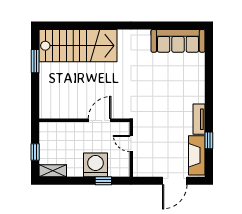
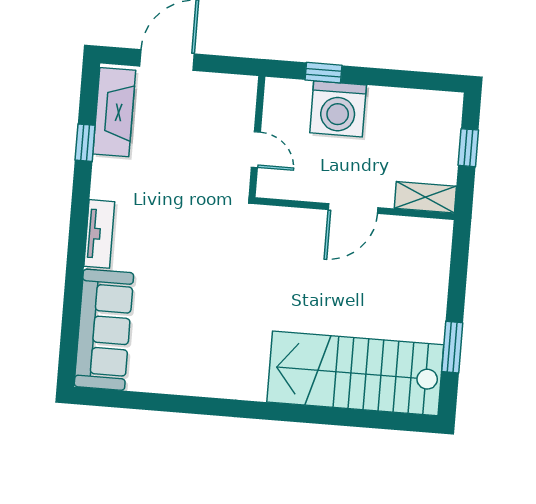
sofa: (178, 41) -> (104, 330), moved, turned 90
tv unit: (199, 119) -> (99, 234), moved
door: (100, 120) -> (353, 209), moved
shelving: (53, 171) -> (425, 197), moved

